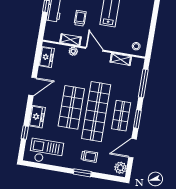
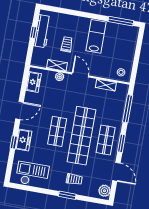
shop shelf: (71, 107) -> (57, 131), width x0.70, depth x0.74
window: (25, 132) -> (14, 142), moved
door: (132, 148) -> (116, 172), swing flipped

